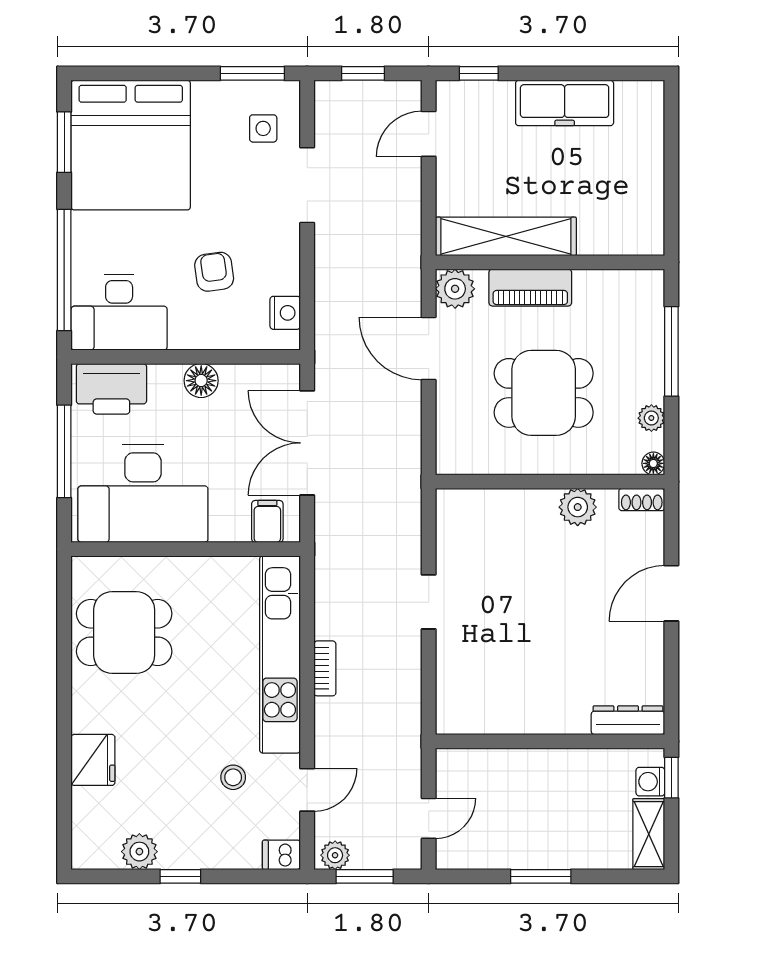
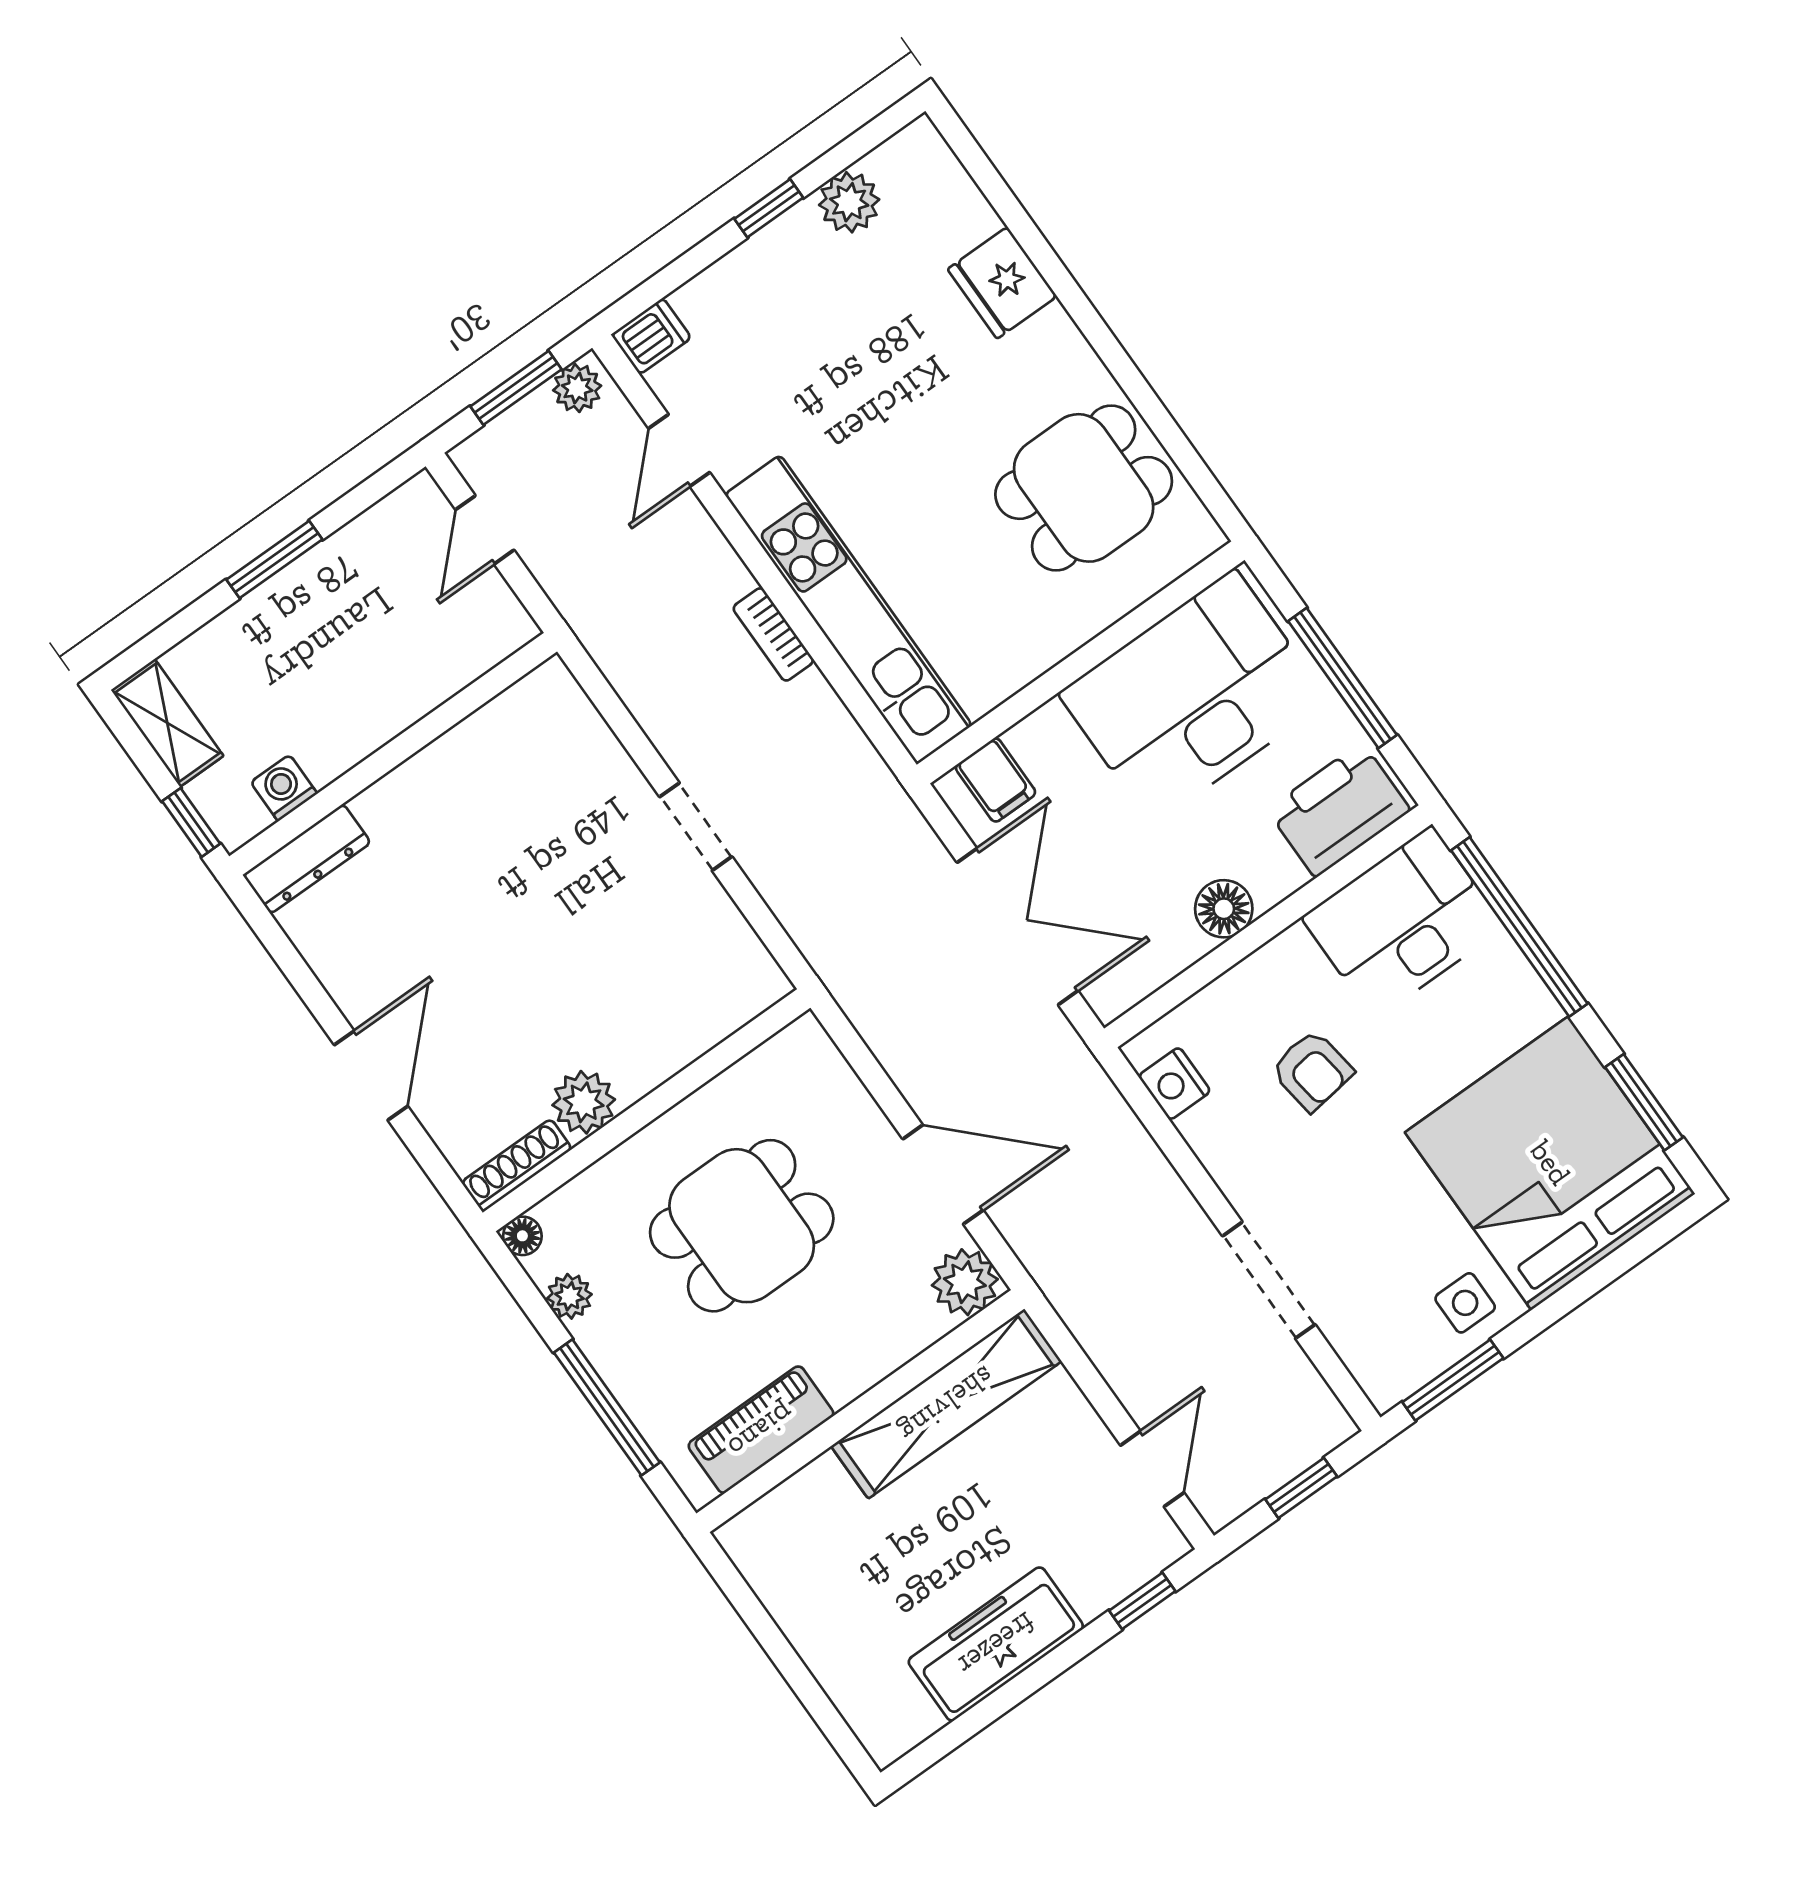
side table: (263, 128) -> (1465, 1303), moved
piano: (530, 288) -> (761, 1430), moved
shoe rack: (642, 500) -> (517, 1165), width x1.43
stool: (233, 777) -> (793, 396), removed
washing machine: (650, 782) -> (284, 788), moved, turned -90

